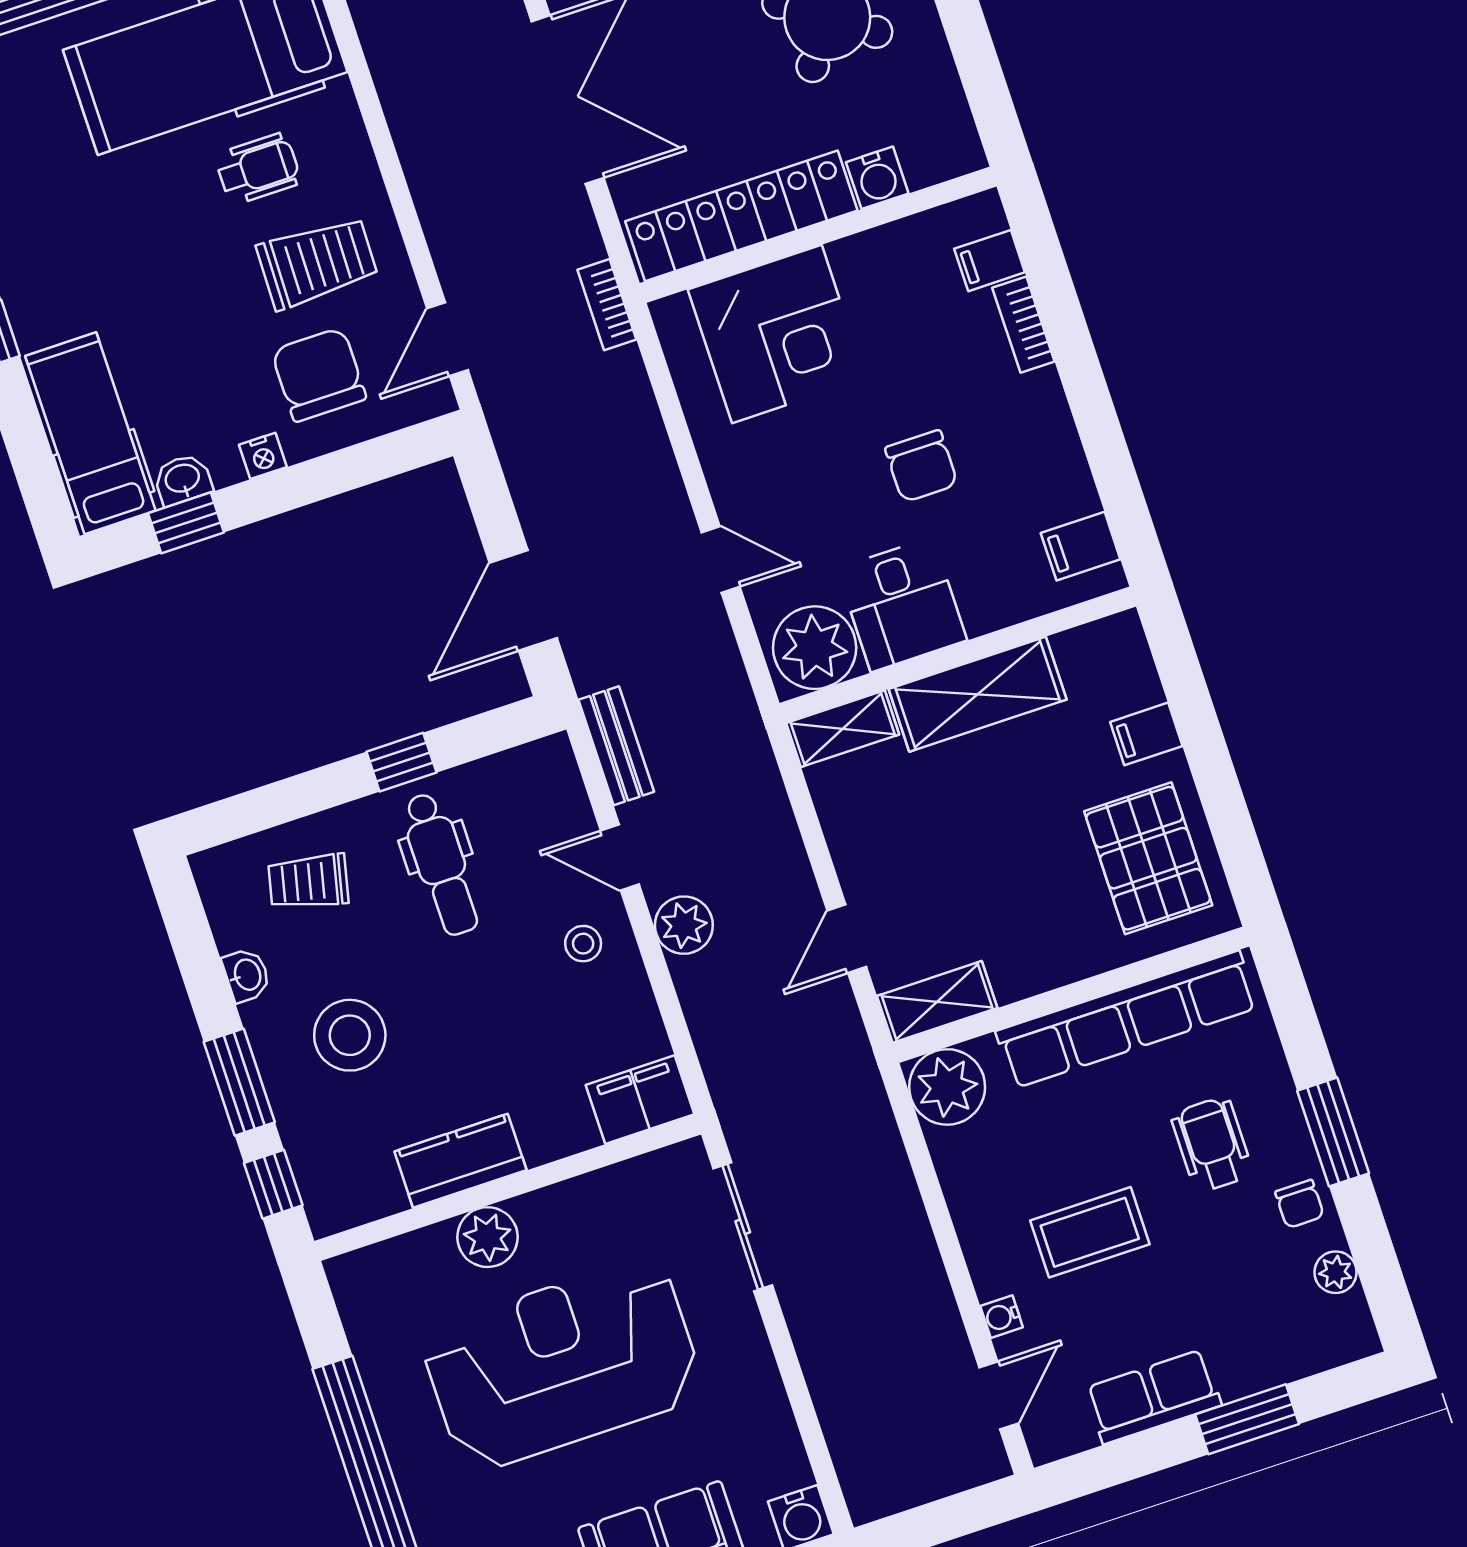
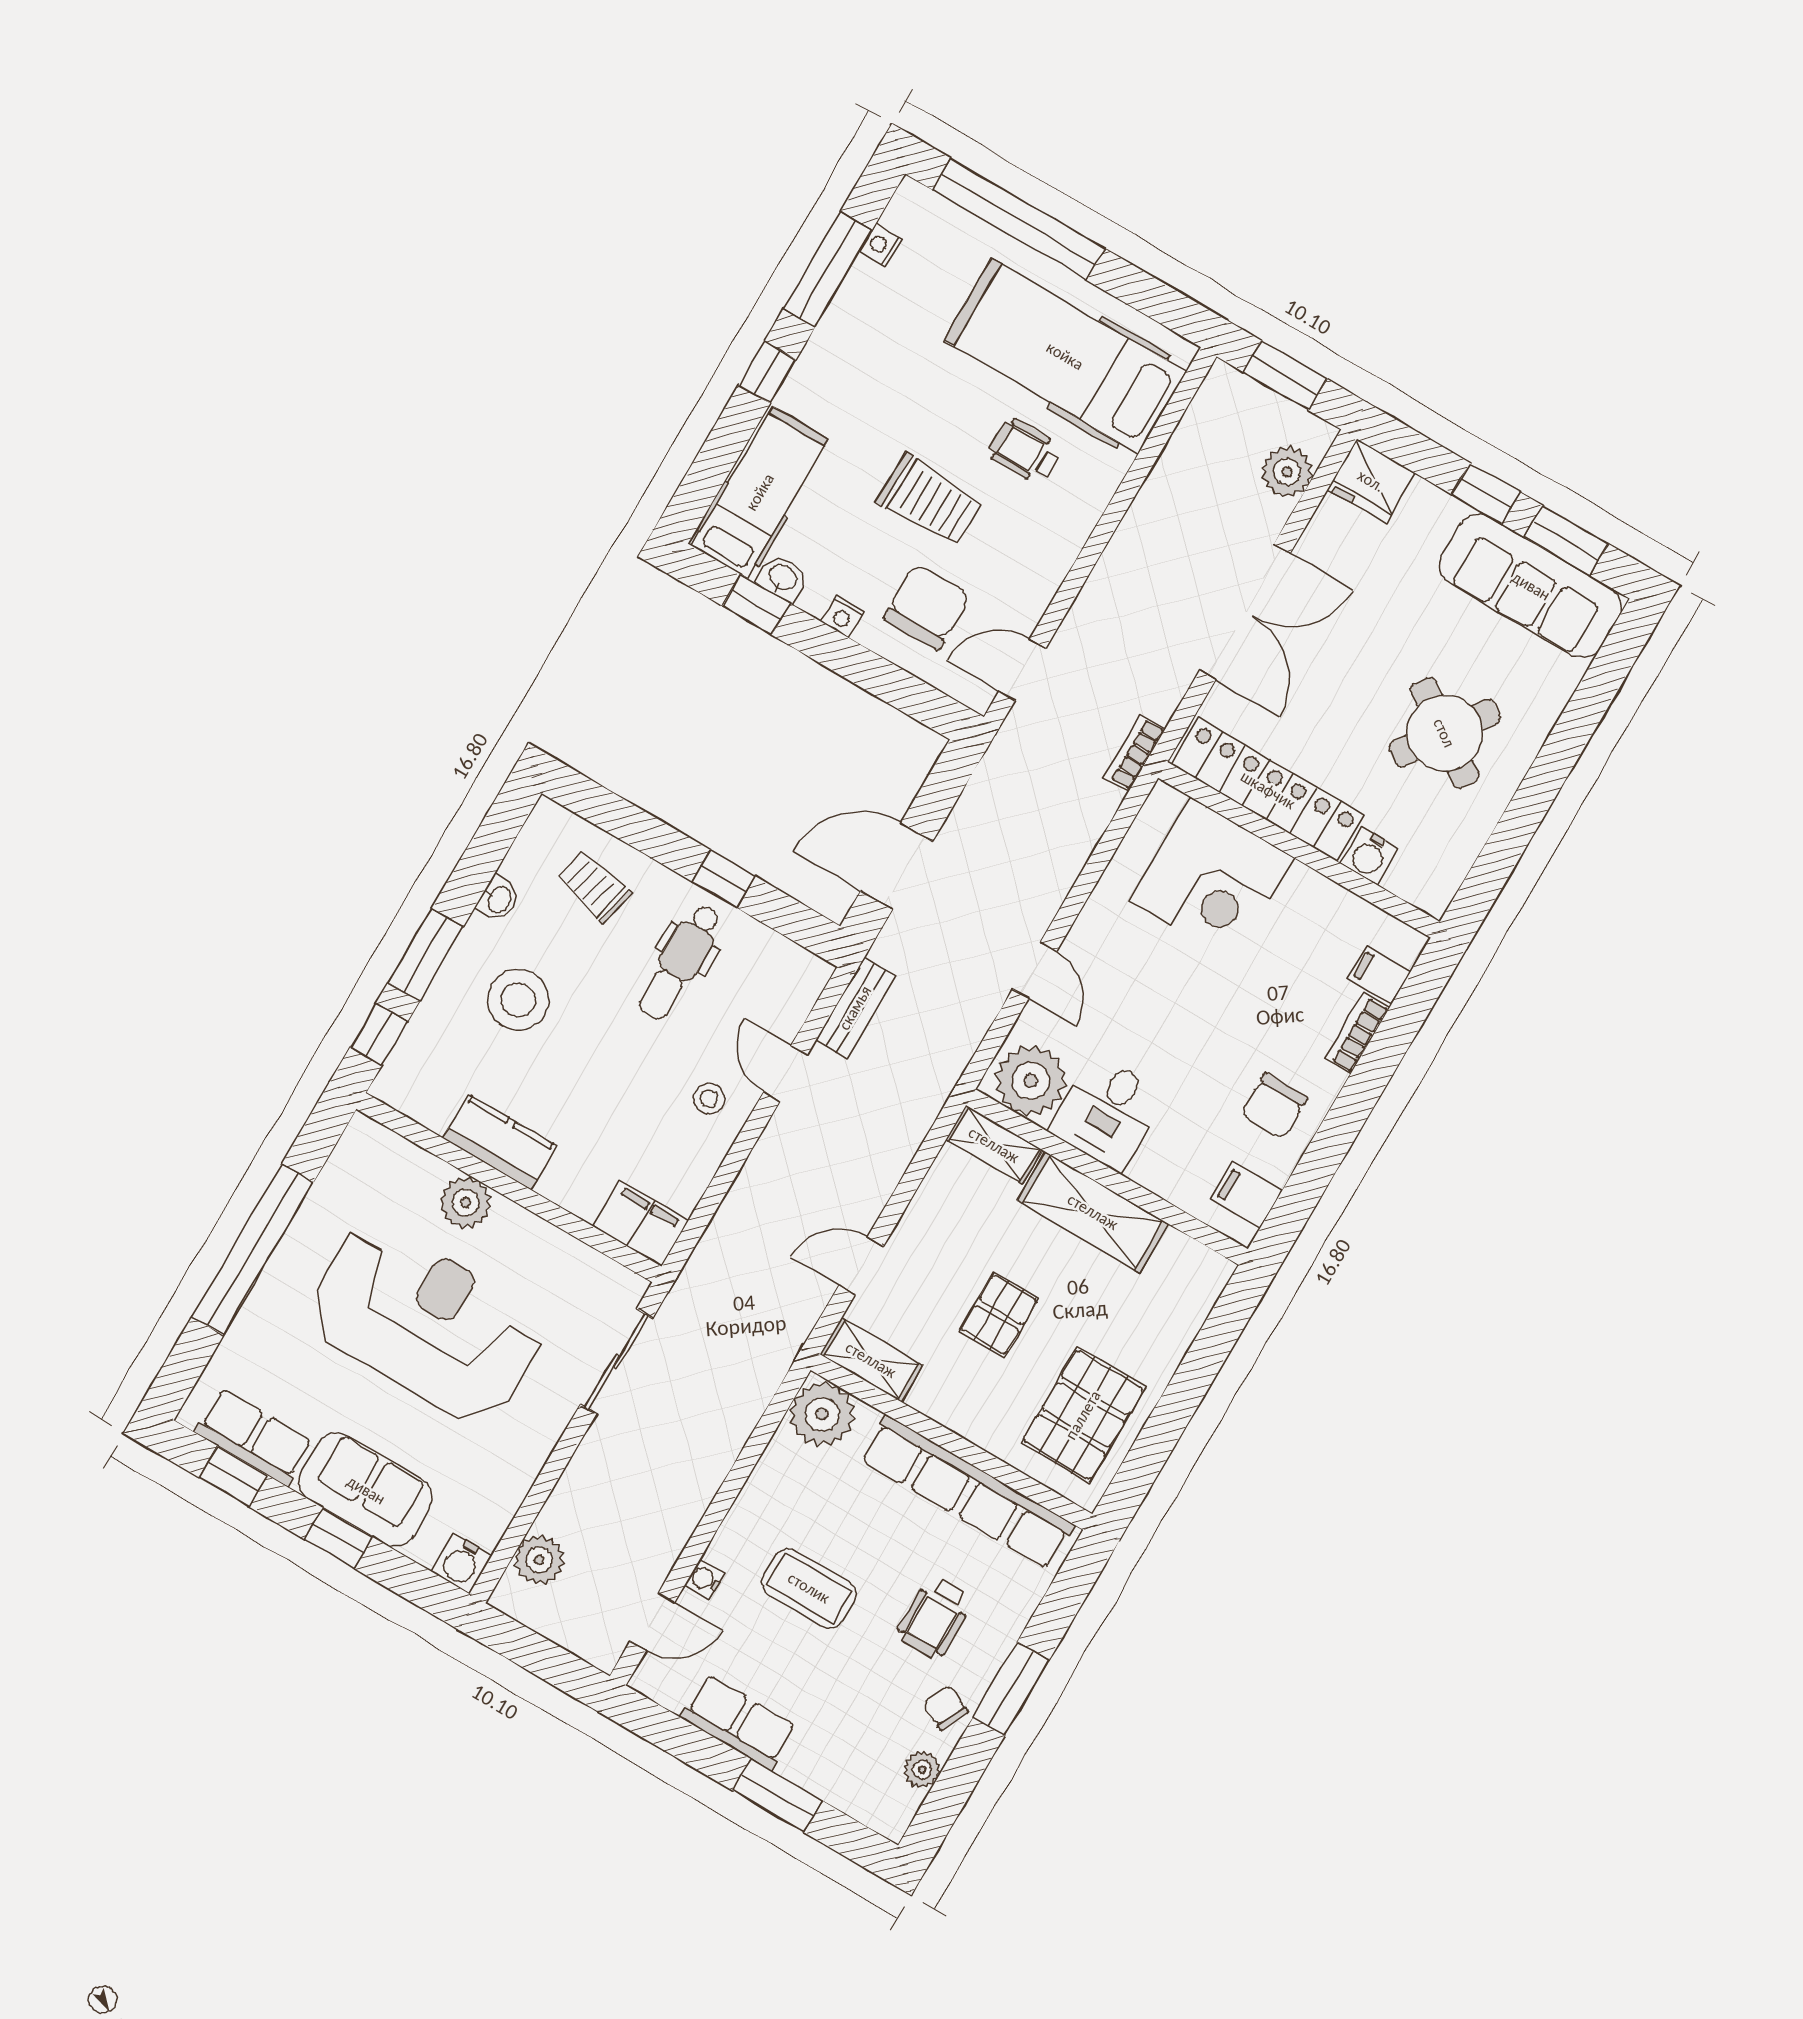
wheelchair: (258, 169) -> (1025, 451), turned 180
trolley: (317, 263) -> (930, 501), moved
chair: (921, 466) -> (1274, 1106), moved
filing cabinet: (1146, 734) -> (1162, 1343), removed
pallet: (996, 855) -> (999, 1315), added
plant: (684, 925) -> (539, 1560), moved
wheelchair: (1212, 1144) -> (935, 1618), turned 180
chair: (1300, 1204) -> (946, 1708), turned 116

